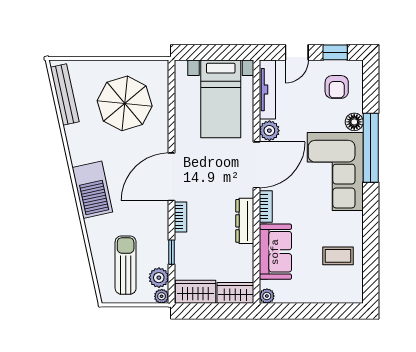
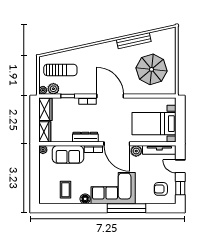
bench: (65, 95) -> (134, 41), moved
floor lamp: (354, 122) -> (85, 199), moved
barbecue: (92, 190) -> (103, 51), removed

